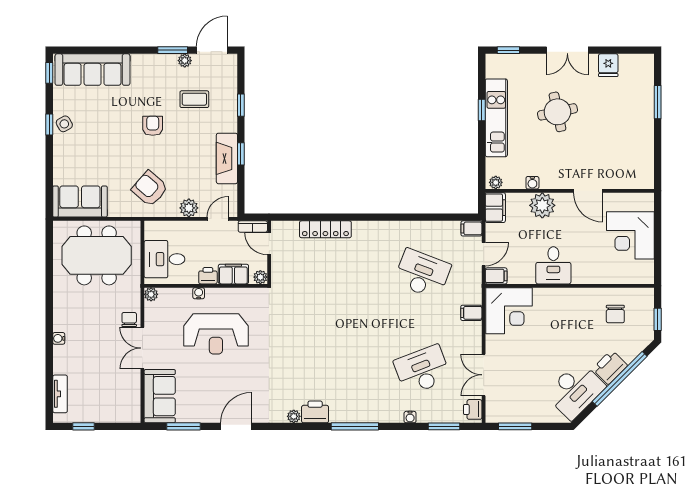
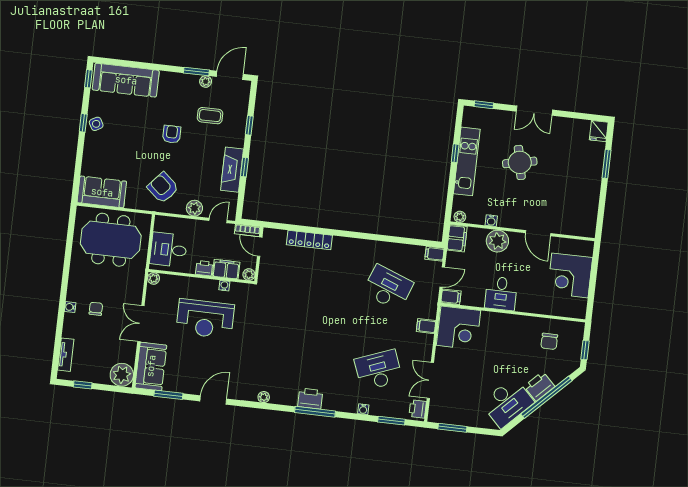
fridge: (608, 65) -> (599, 131), moved
water cooler: (199, 293) -> (224, 286), moved
chair: (129, 319) -> (96, 309), moved
plant: (127, 410) -> (122, 375), added
printer: (315, 412) -> (310, 399), moved

